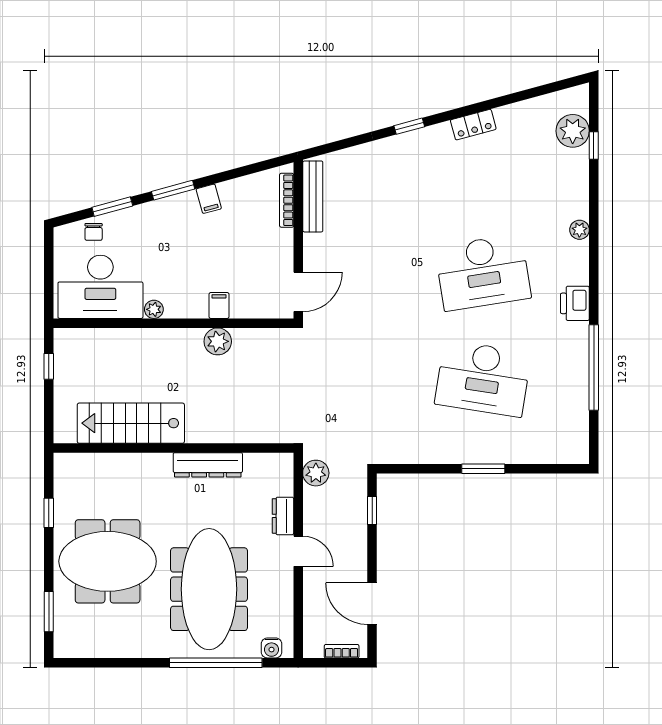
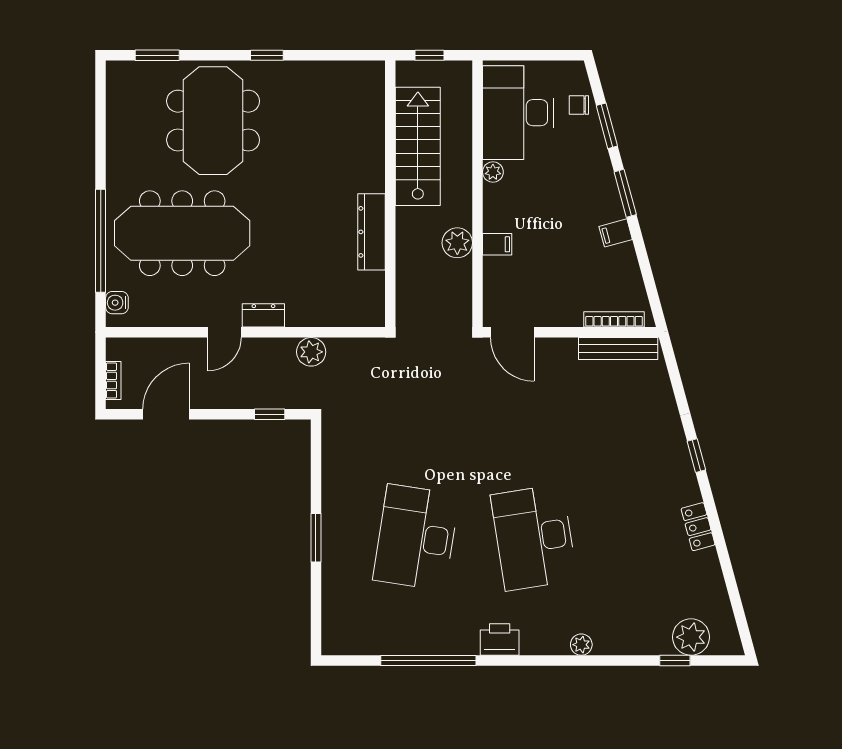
stairs: (131, 423) -> (418, 146), moved
wall: (173, 448) -> (390, 194), moved
dresser: (208, 465) -> (372, 232), moved

